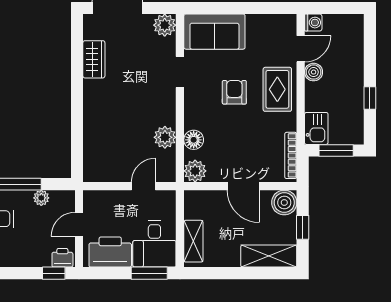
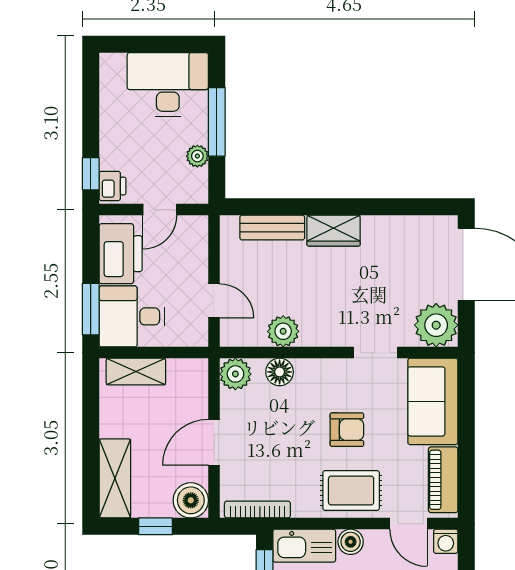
piano: (270, 24) -> (443, 480), added
plant: (165, 25) -> (436, 325), width x1.36, depth x1.36
wardrobe: (94, 59) -> (334, 231), moved
boiler: (314, 72) -> (351, 542), moved
kitchen sink: (316, 128) -> (304, 546), width x1.38
bench: (92, 145) -> (272, 228), added
door: (79, 224) -> (160, 210), swing flipped

